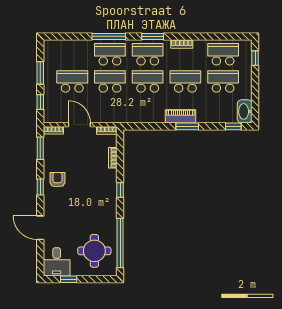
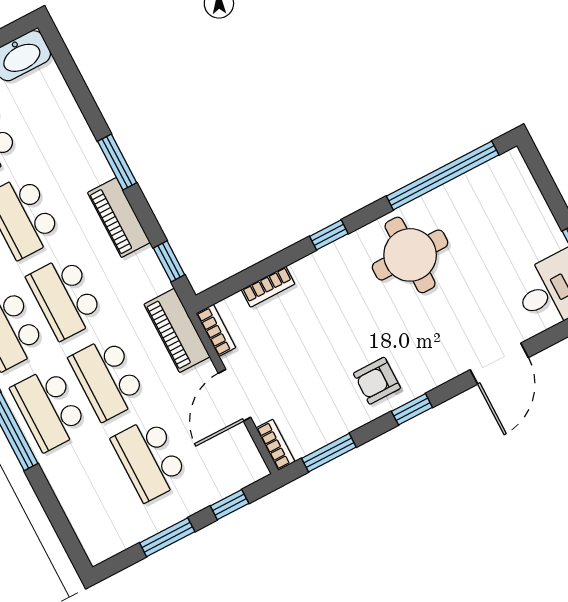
piano: (114, 116) -> (177, 330), added
piano: (180, 116) -> (119, 218), moved
window: (233, 126) -> (169, 261), moved
round table: (94, 251) -> (410, 255), moved

